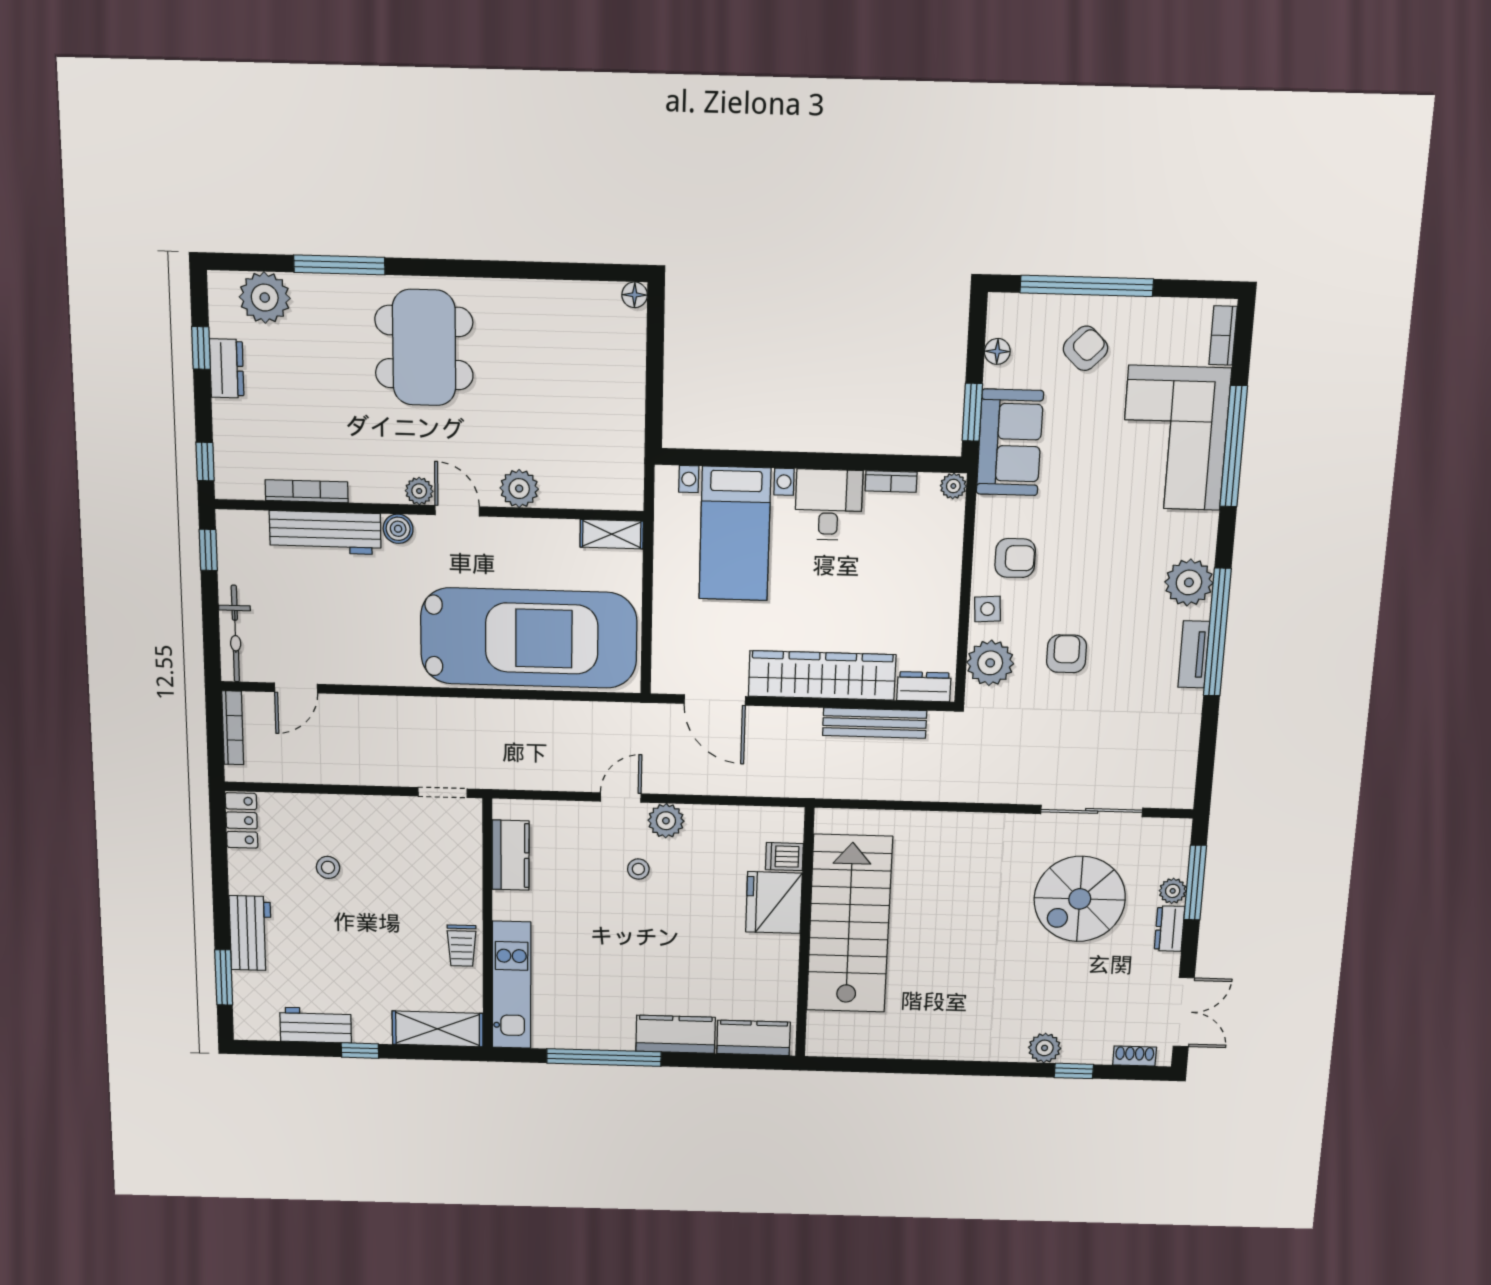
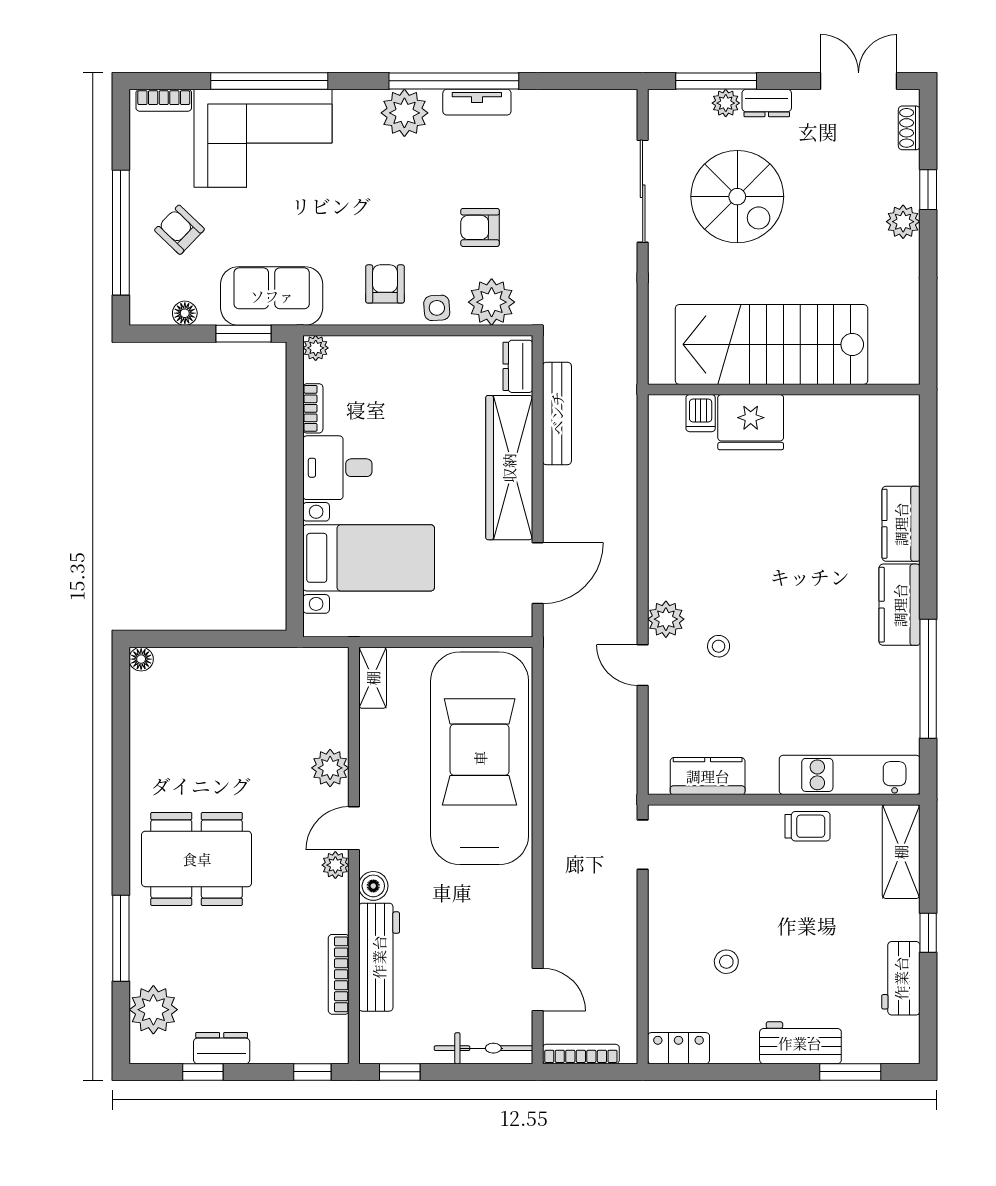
dishwasher: (784, 857) -> (701, 413), moved
fridge: (774, 903) -> (751, 422), moved
stairs: (849, 924) -> (772, 344), moved
wall: (805, 934) -> (784, 389), moved

